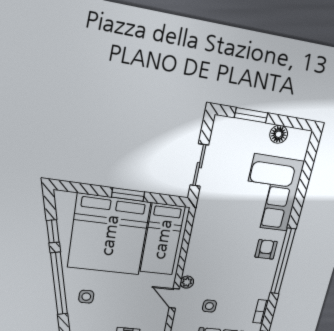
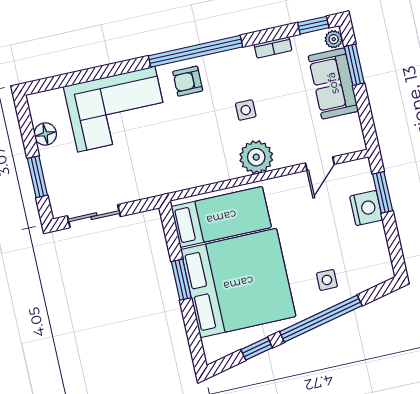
sliding door: (199, 165) -> (94, 216), moved
plant: (187, 282) -> (256, 157), width x1.88, depth x1.88
door: (174, 298) -> (320, 164), moved
side table: (209, 306) -> (246, 110), moved

